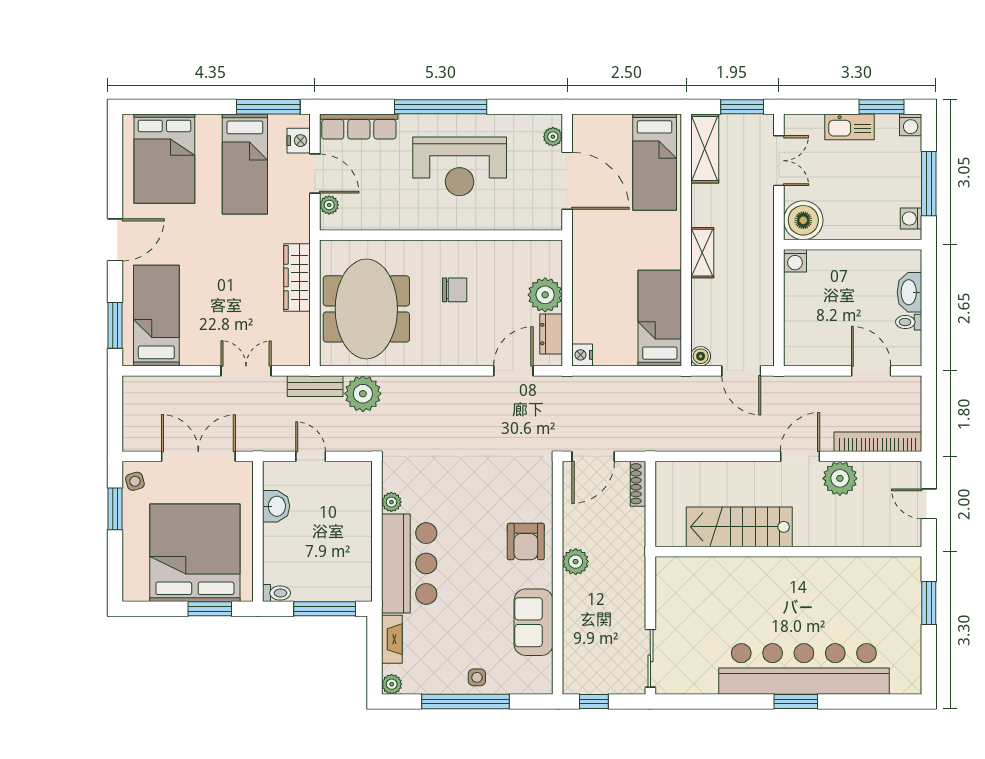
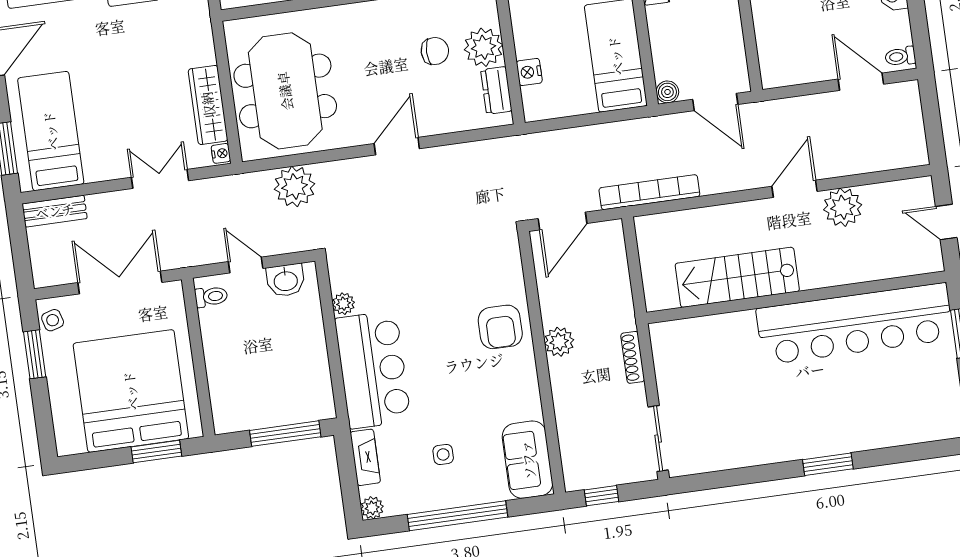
wardrobe: (297, 277) -> (208, 105), moved
chair: (455, 290) -> (435, 51), moved
toilet: (909, 322) -> (900, 56), moved
nightstand: (582, 355) -> (529, 72), moved
nightstand: (302, 356) -> (221, 153), added
door: (513, 371) -> (397, 146), moved
bench: (315, 386) -> (55, 211), moved
bookcase: (878, 442) -> (649, 192), moved
shoe rack: (638, 484) -> (633, 357), moved
washbasin: (276, 506) -> (286, 280), moved, turned 90
toilet: (277, 593) -> (211, 297), moved
sofa: (534, 622) -> (528, 460), moved
bar counter: (804, 669) -> (855, 324), moved, turned 180
side table: (477, 677) -> (443, 454), moved

